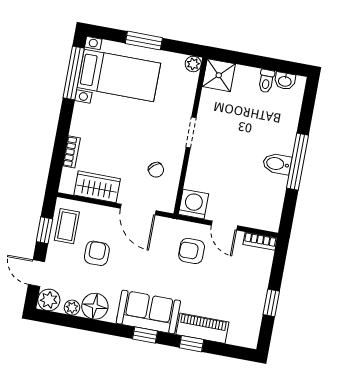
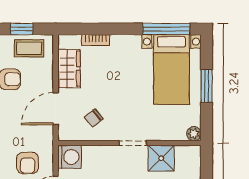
shower: (219, 75) -> (161, 158), moved
armchair: (192, 251) -> (28, 163), turned 180

